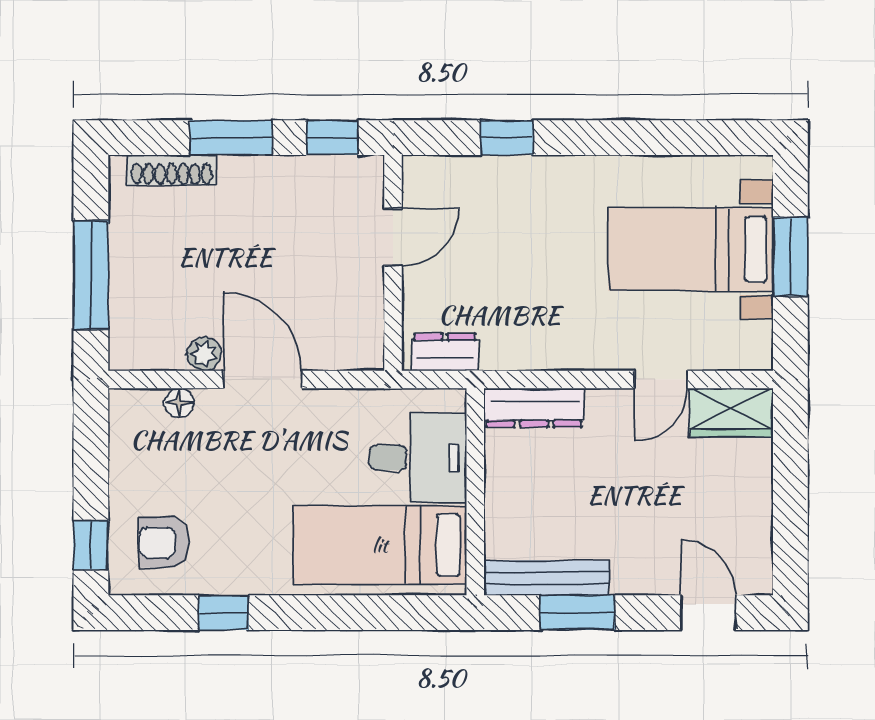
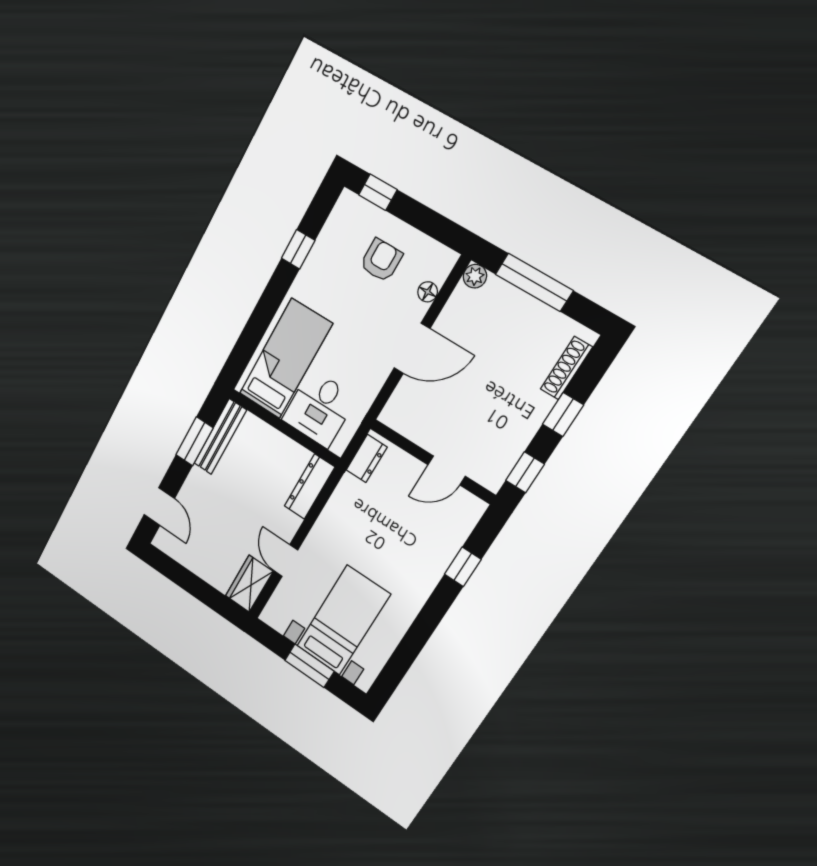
window: (231, 138) -> (563, 415), width x0.67
door: (393, 237) -> (447, 470), hinge flipped
plant: (204, 354) -> (475, 276), moved
armchair: (164, 542) -> (381, 260), moved
door: (708, 613) -> (159, 507), hinge flipped

